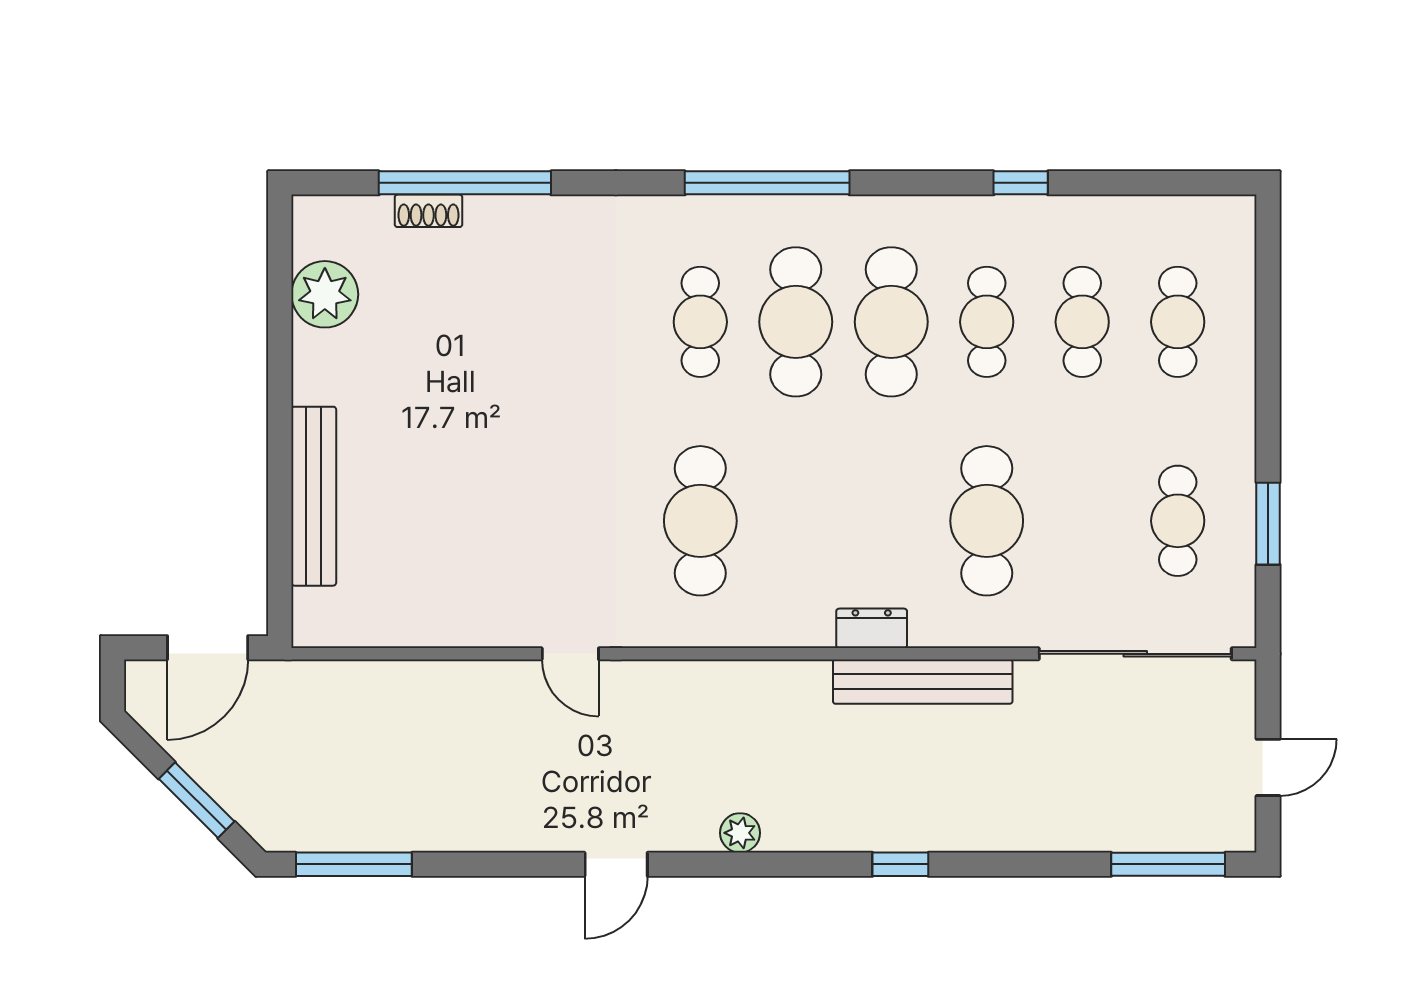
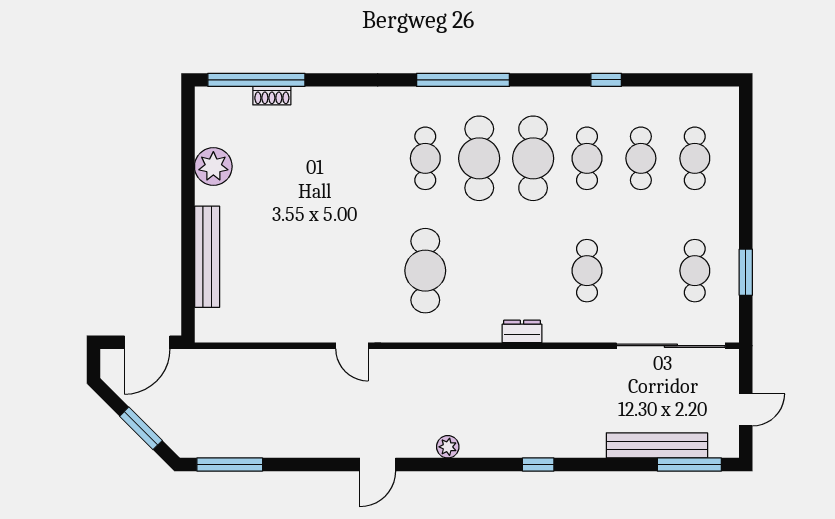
window: (465, 183) -> (256, 80), moved
plant: (325, 294) -> (213, 166), moved
cafe table: (987, 521) -> (587, 271), width x0.73, depth x0.74
bench: (923, 682) -> (657, 445), moved

